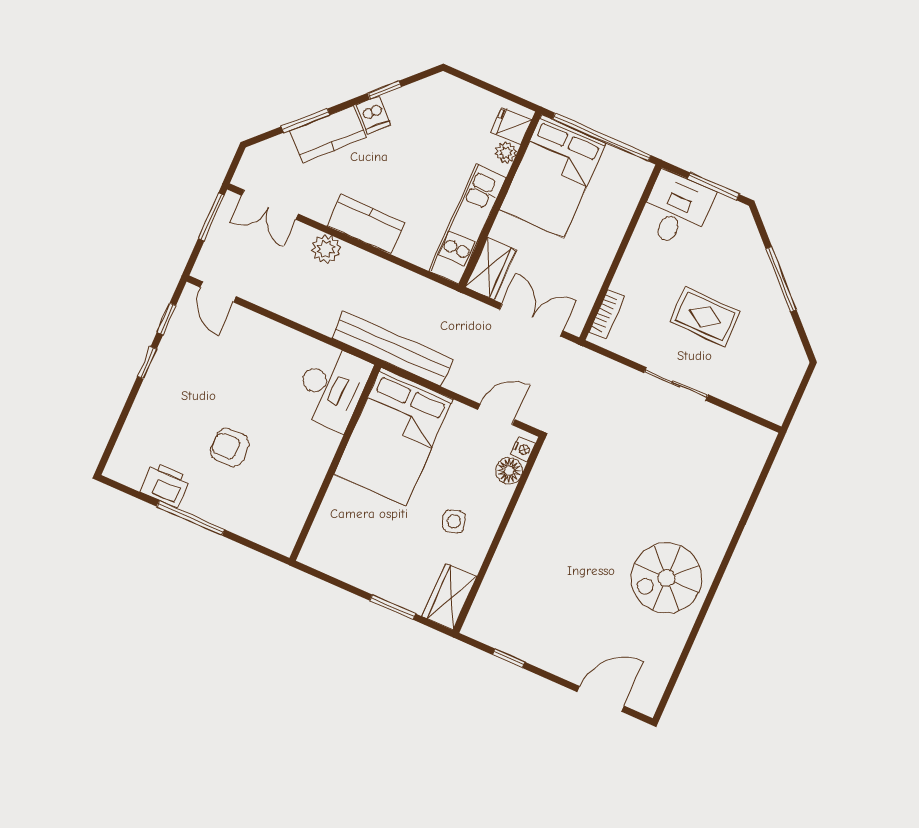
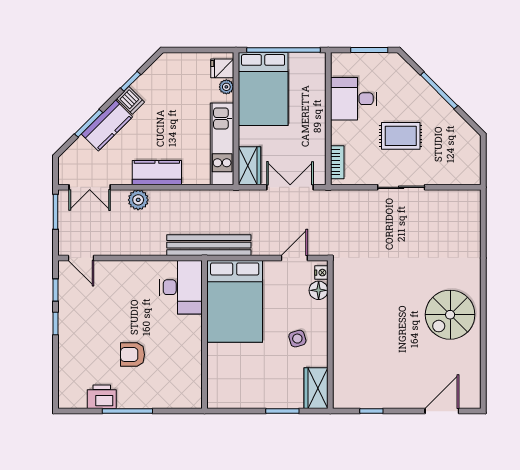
desk: (676, 210) -> (354, 99), moved, turned -90

